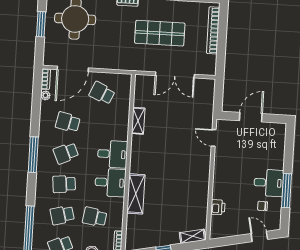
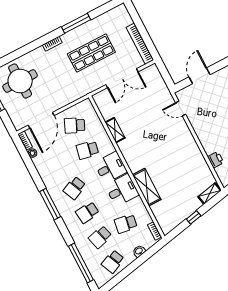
bookcase: (213, 30) -> (140, 44), moved
school desk: (68, 122) -> (87, 150), moved

